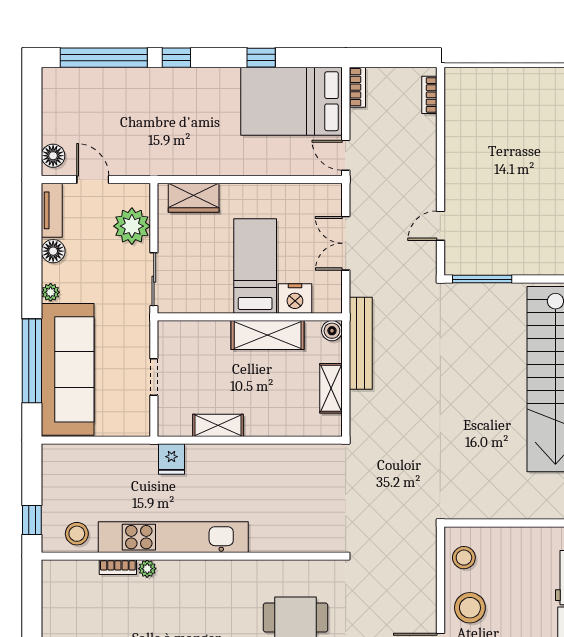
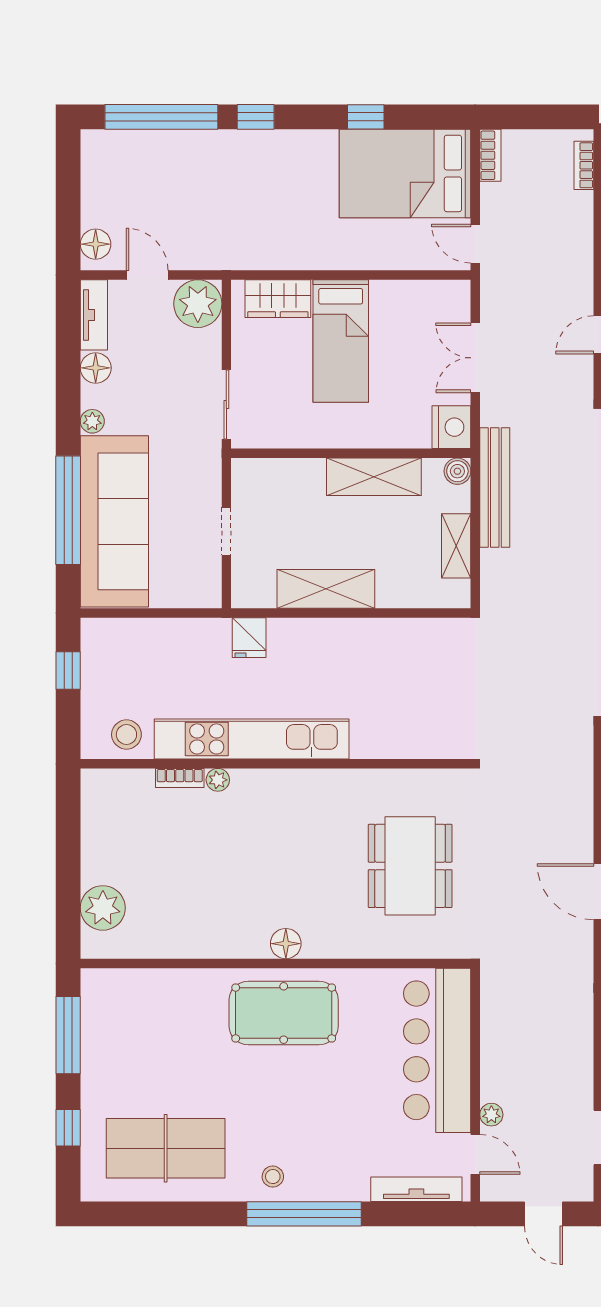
plant: (132, 226) -> (198, 304), moved
bed: (255, 266) -> (341, 341), moved, turned 180
nightstand: (295, 298) -> (451, 427), moved, turned -90
shelving: (218, 425) -> (326, 589), width x1.50, depth x1.33
window: (32, 520) -> (68, 671), moved

